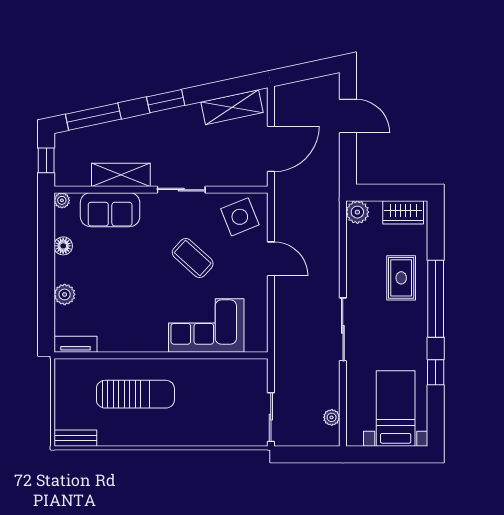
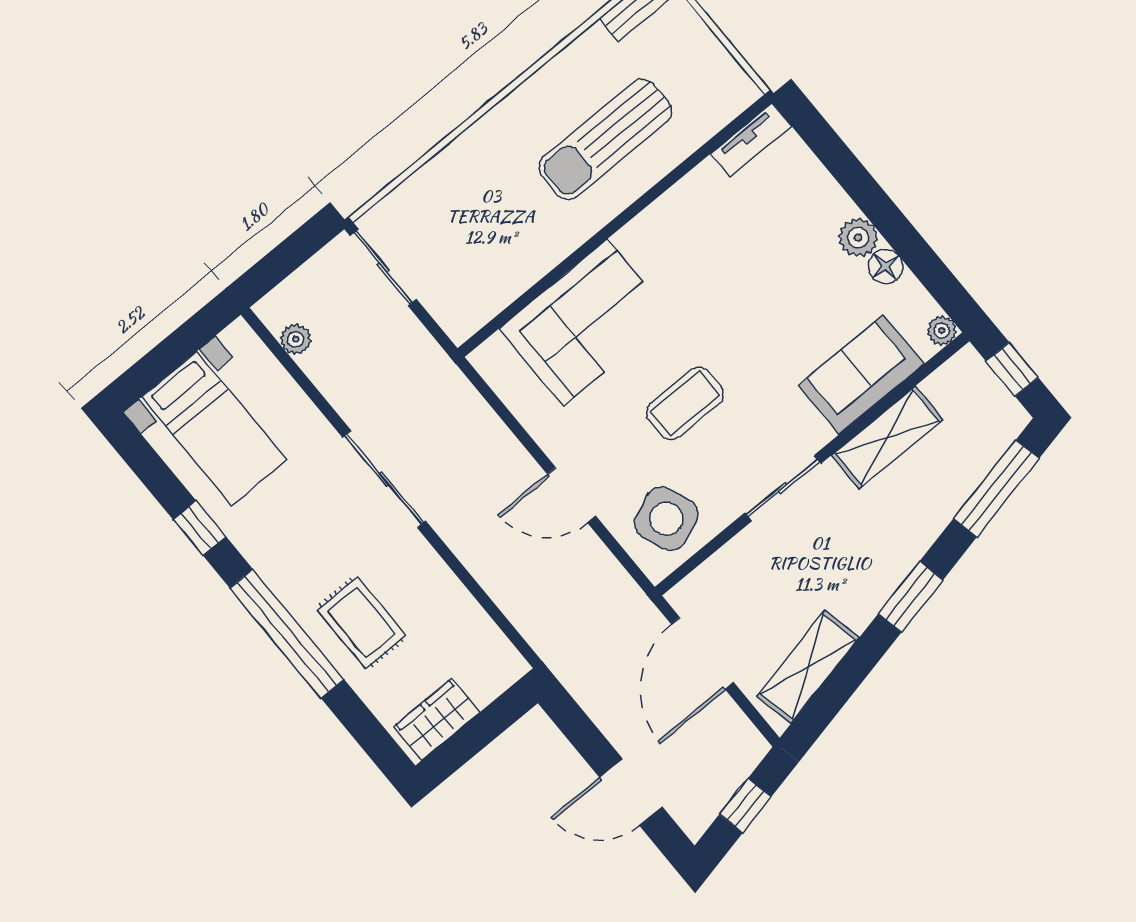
window: (305, 71) -> (745, 805), added
plant: (357, 212) -> (503, 665), removed
coffee table: (193, 258) -> (685, 403), turned -42
plant: (65, 294) -> (858, 238), moved

